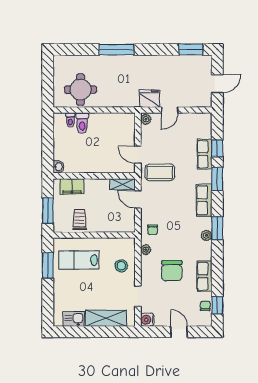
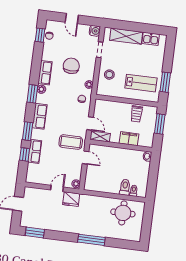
filing cabinet: (72, 186) -> (129, 139), moved
row of seats: (204, 276) -> (45, 73), moved

